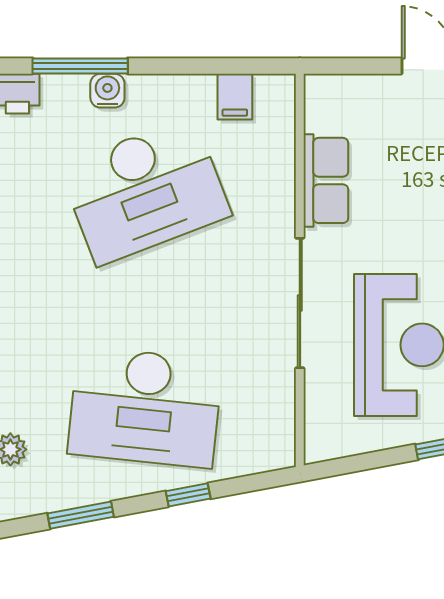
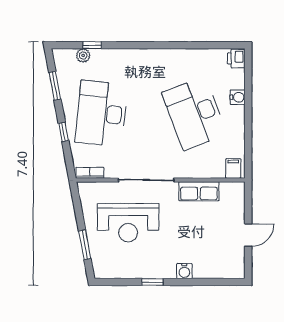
window: (80, 66) -> (248, 85), removed
filing cabinet: (235, 97) -> (233, 169), moved, turned 90
bookcase: (283, 434) -> (90, 173), added

